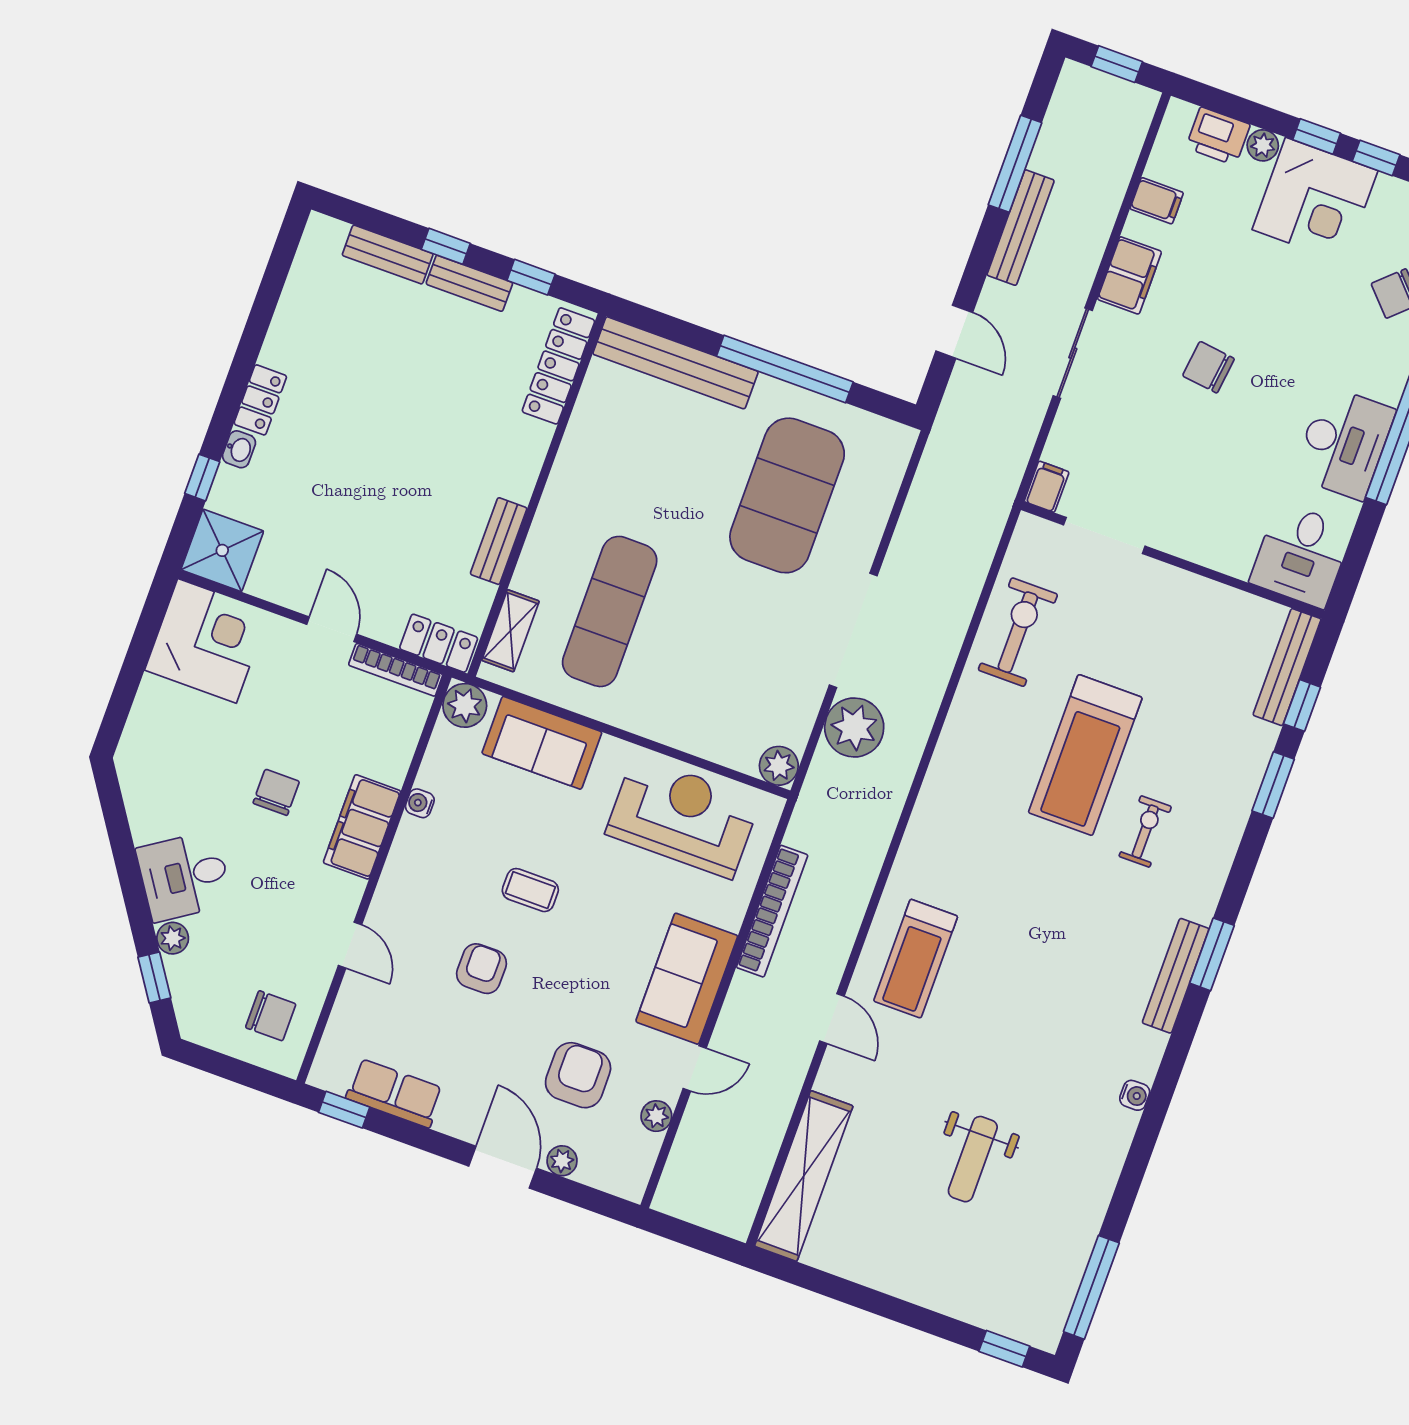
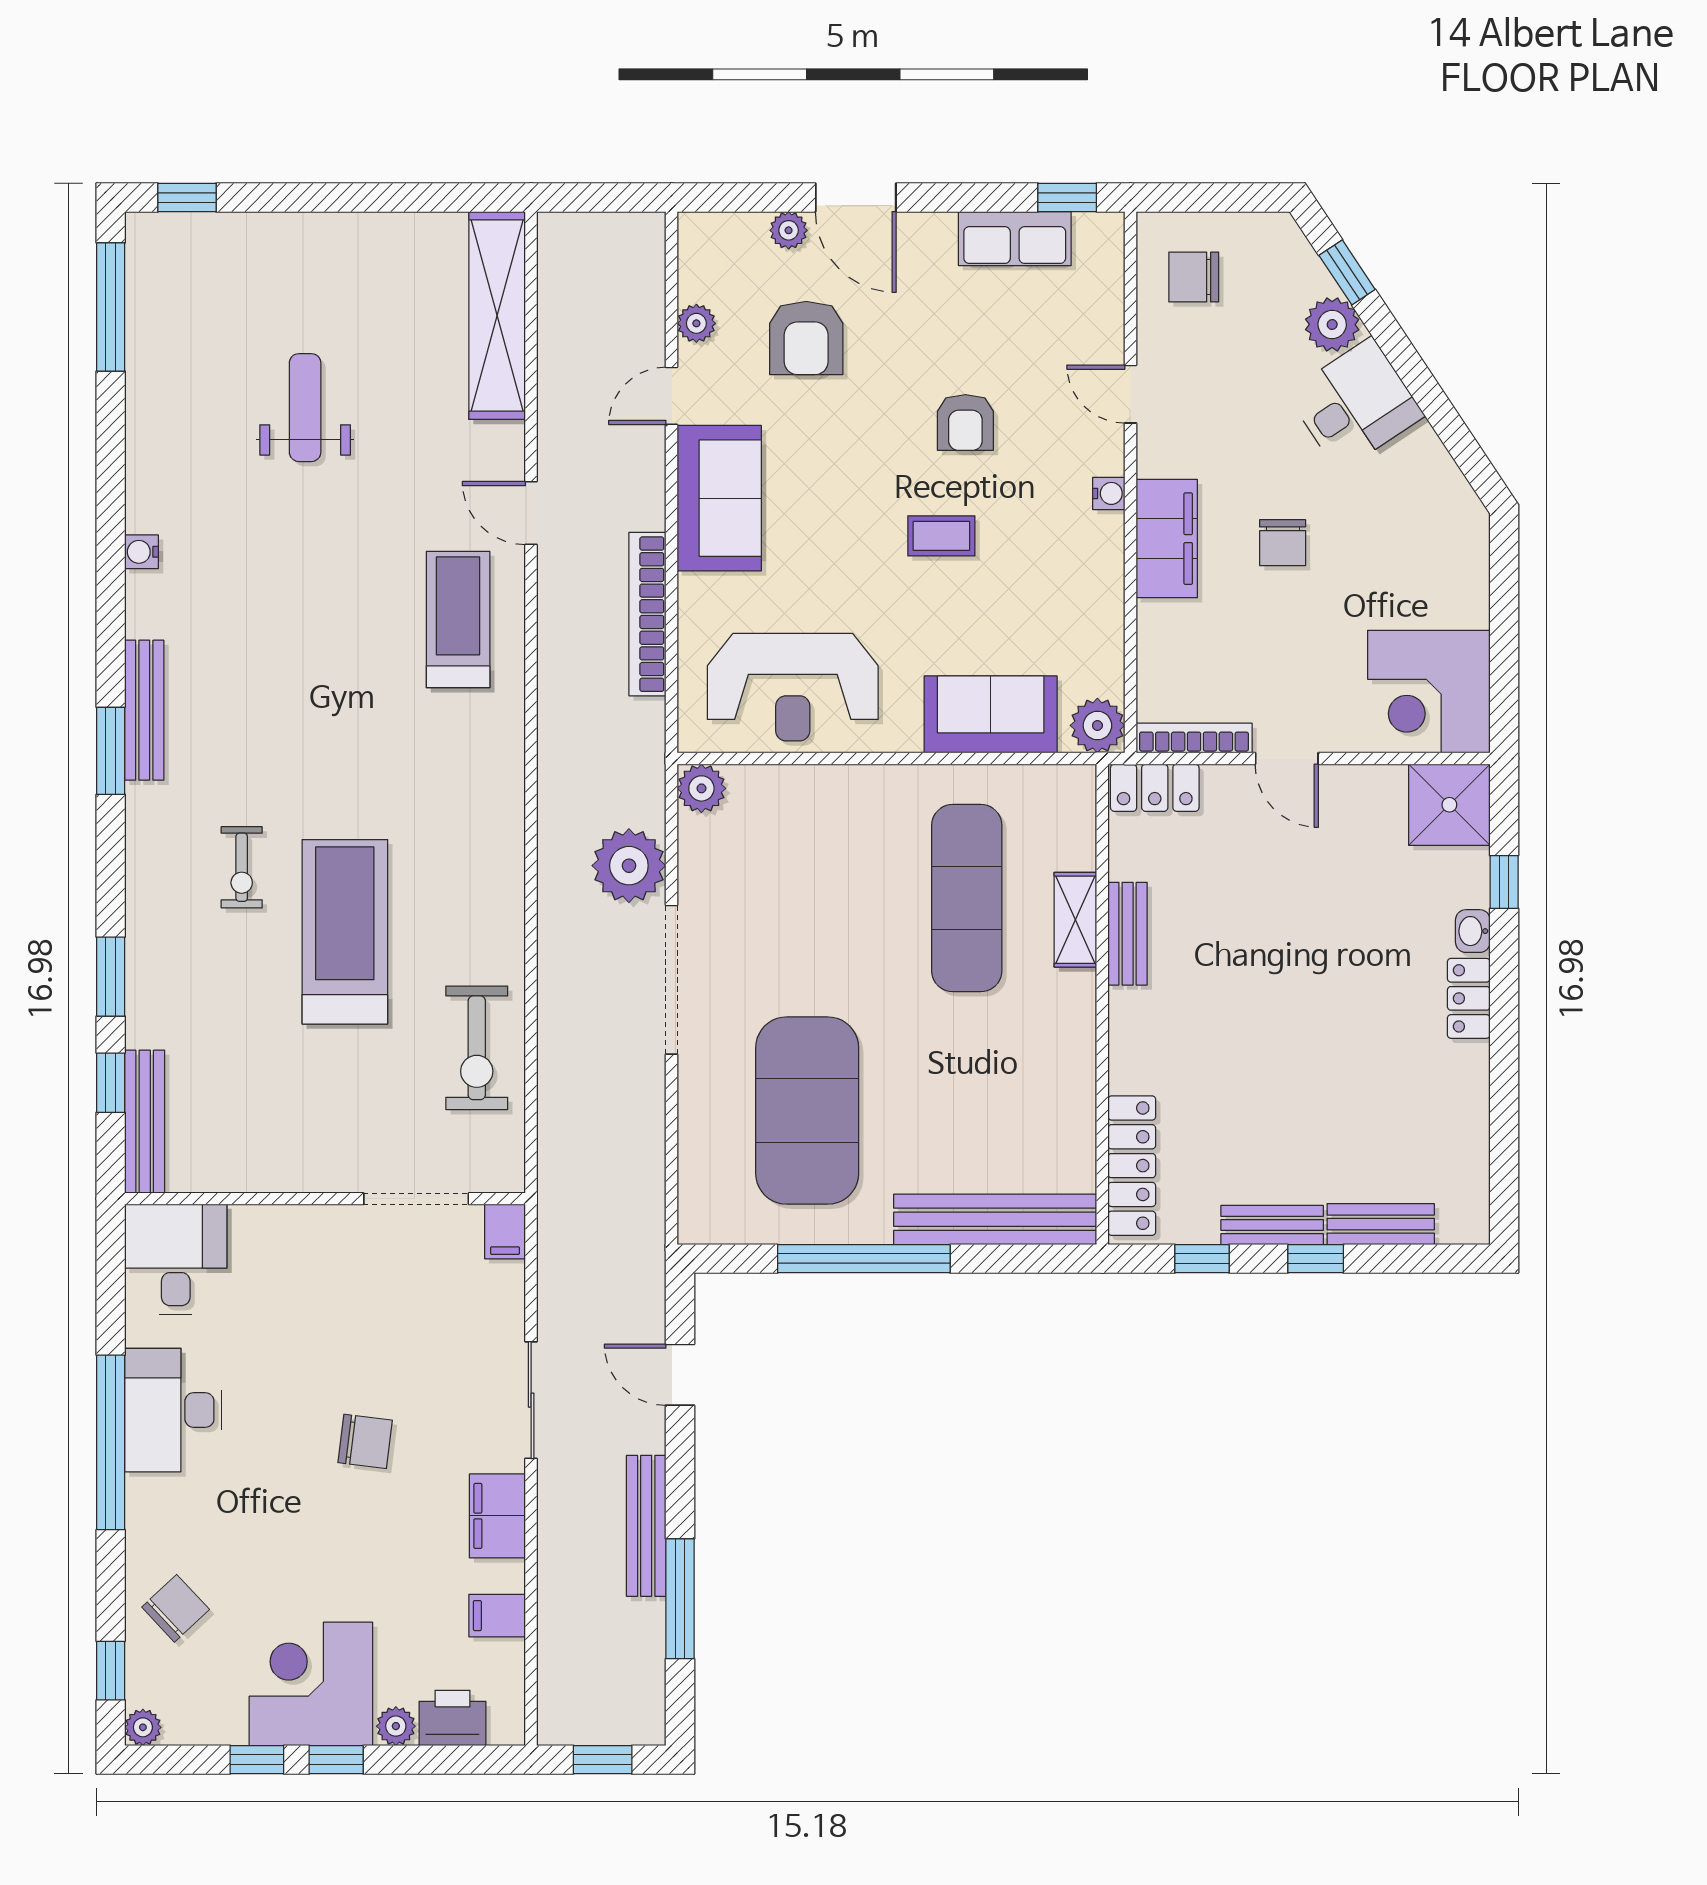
shelving: (510, 631) -> (1075, 920), moved
water cooler: (420, 803) -> (1109, 493), moved
plant: (173, 938) -> (1332, 325), width x1.38, depth x1.38

